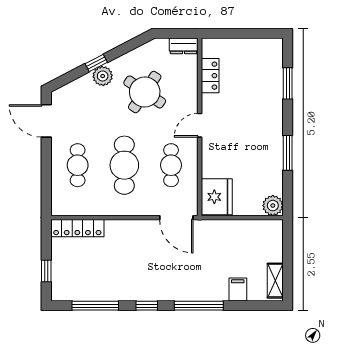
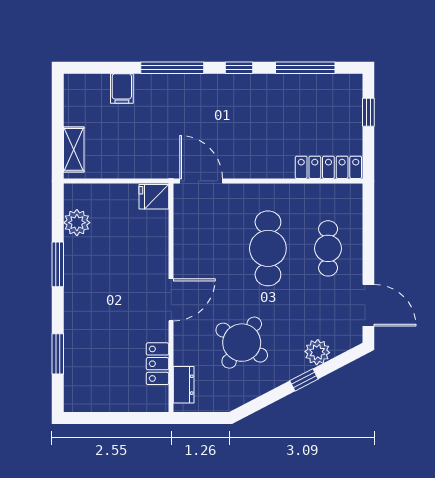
dresser: (184, 46) -> (184, 385), moved, turned 90
plant: (103, 76) -> (317, 352), moved
door: (200, 125) -> (171, 300), width x1.38
cafe table: (171, 165) -> (208, 248), removed
fridge: (217, 197) -> (154, 197), width x0.53, depth x0.75
plant: (273, 206) -> (77, 223), moved
shelving: (275, 281) -> (74, 149), moved

